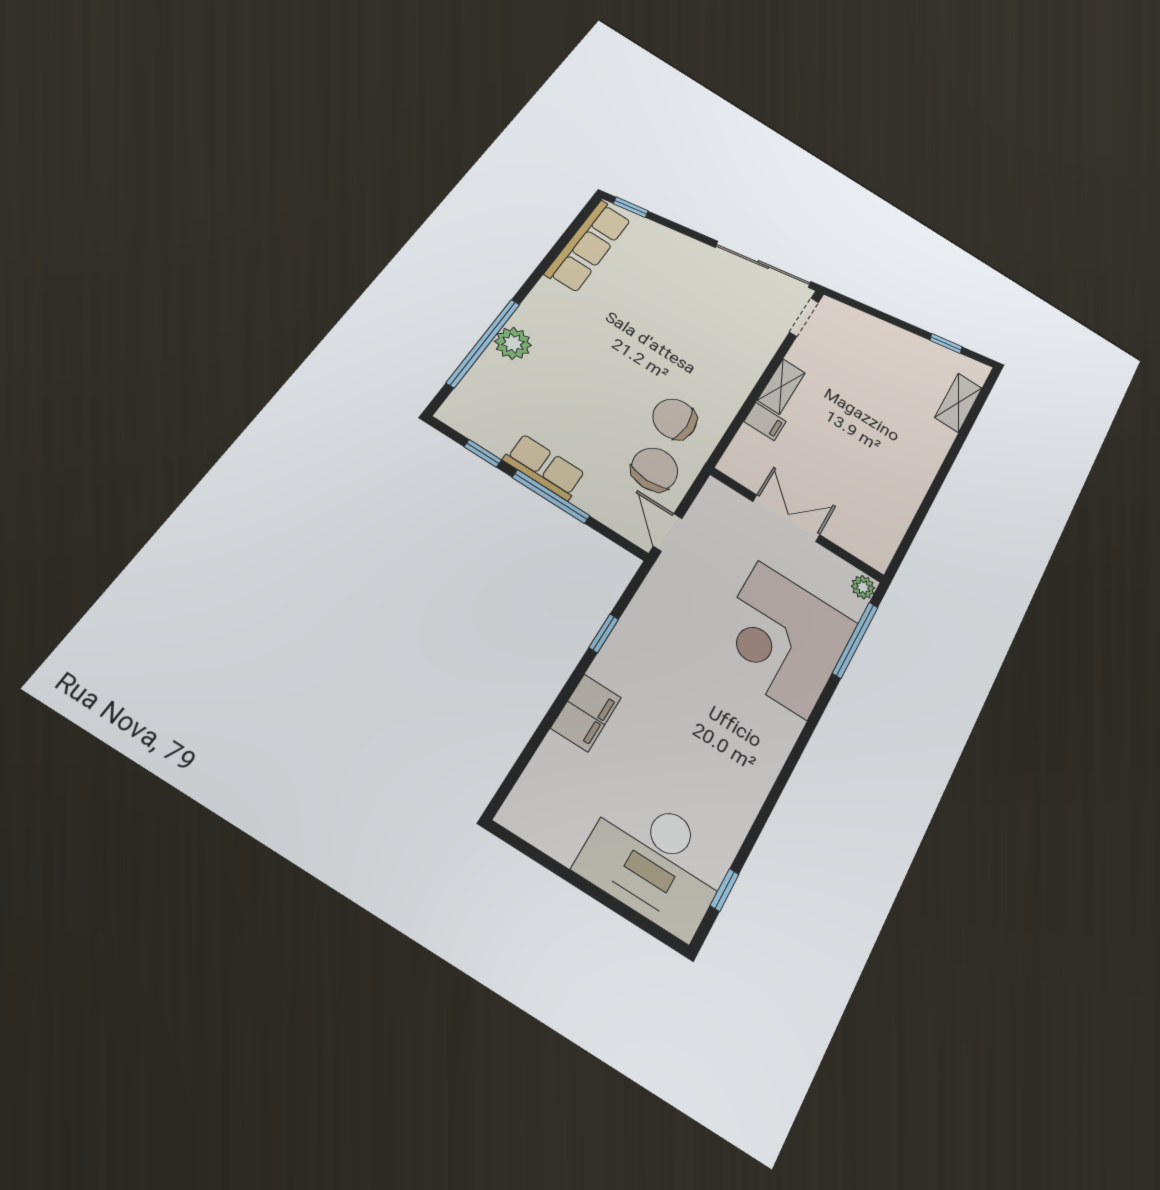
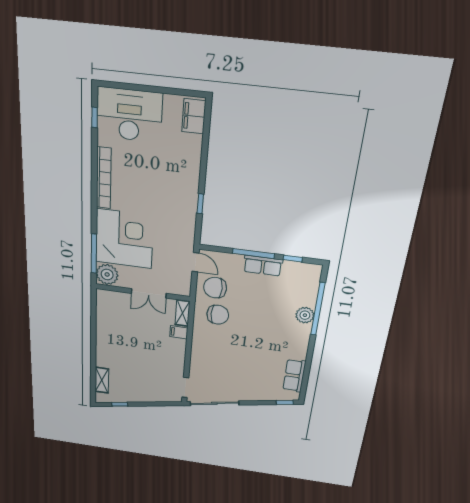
row of seats: (588, 246) -> (294, 376), width x0.68
shelving: (781, 387) -> (182, 313), moved
chair: (655, 469) -> (215, 288), turned 90
plant: (863, 587) -> (107, 274), width x1.87, depth x1.87
filing cabinet: (586, 713) -> (194, 116), moved
bookcase: (765, 770) -> (104, 178), added

